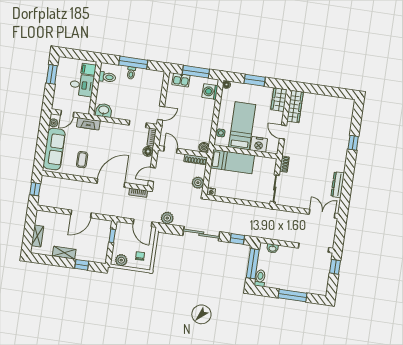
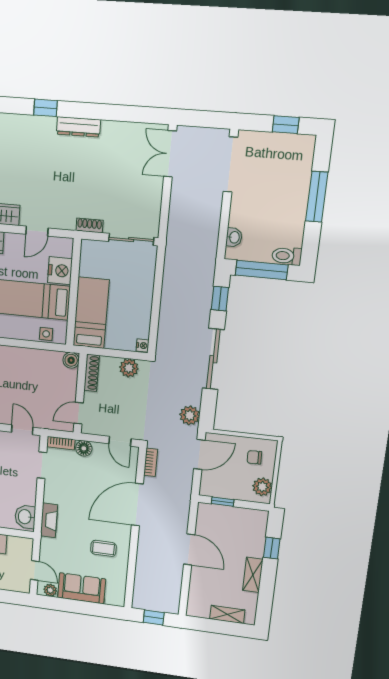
fireplace: (88, 124) -> (49, 520), moved
sofa: (54, 149) -> (82, 588), width x0.73
door: (111, 183) -> (137, 505), hinge flipped
dresser: (338, 185) -> (78, 127), moved
window: (335, 267) -> (286, 125), moved

